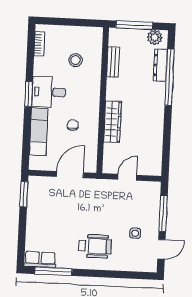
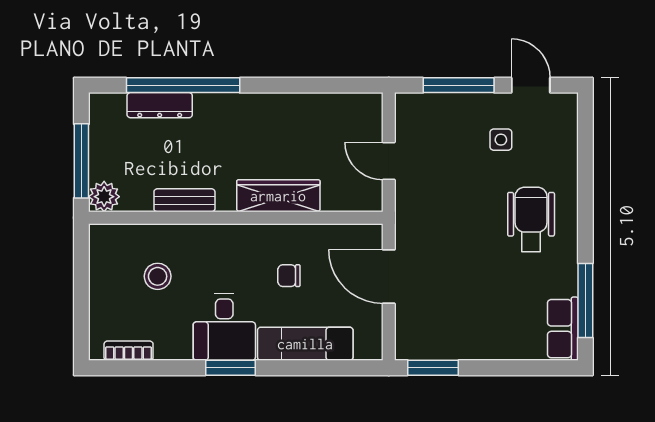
plant: (155, 37) -> (104, 197), moved
bench: (113, 62) -> (184, 200), moved

